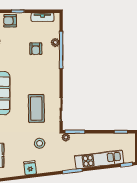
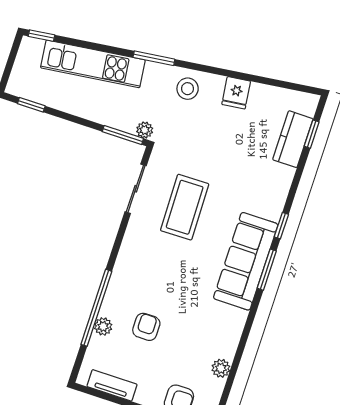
stool: (40, 143) -> (188, 89), moved

